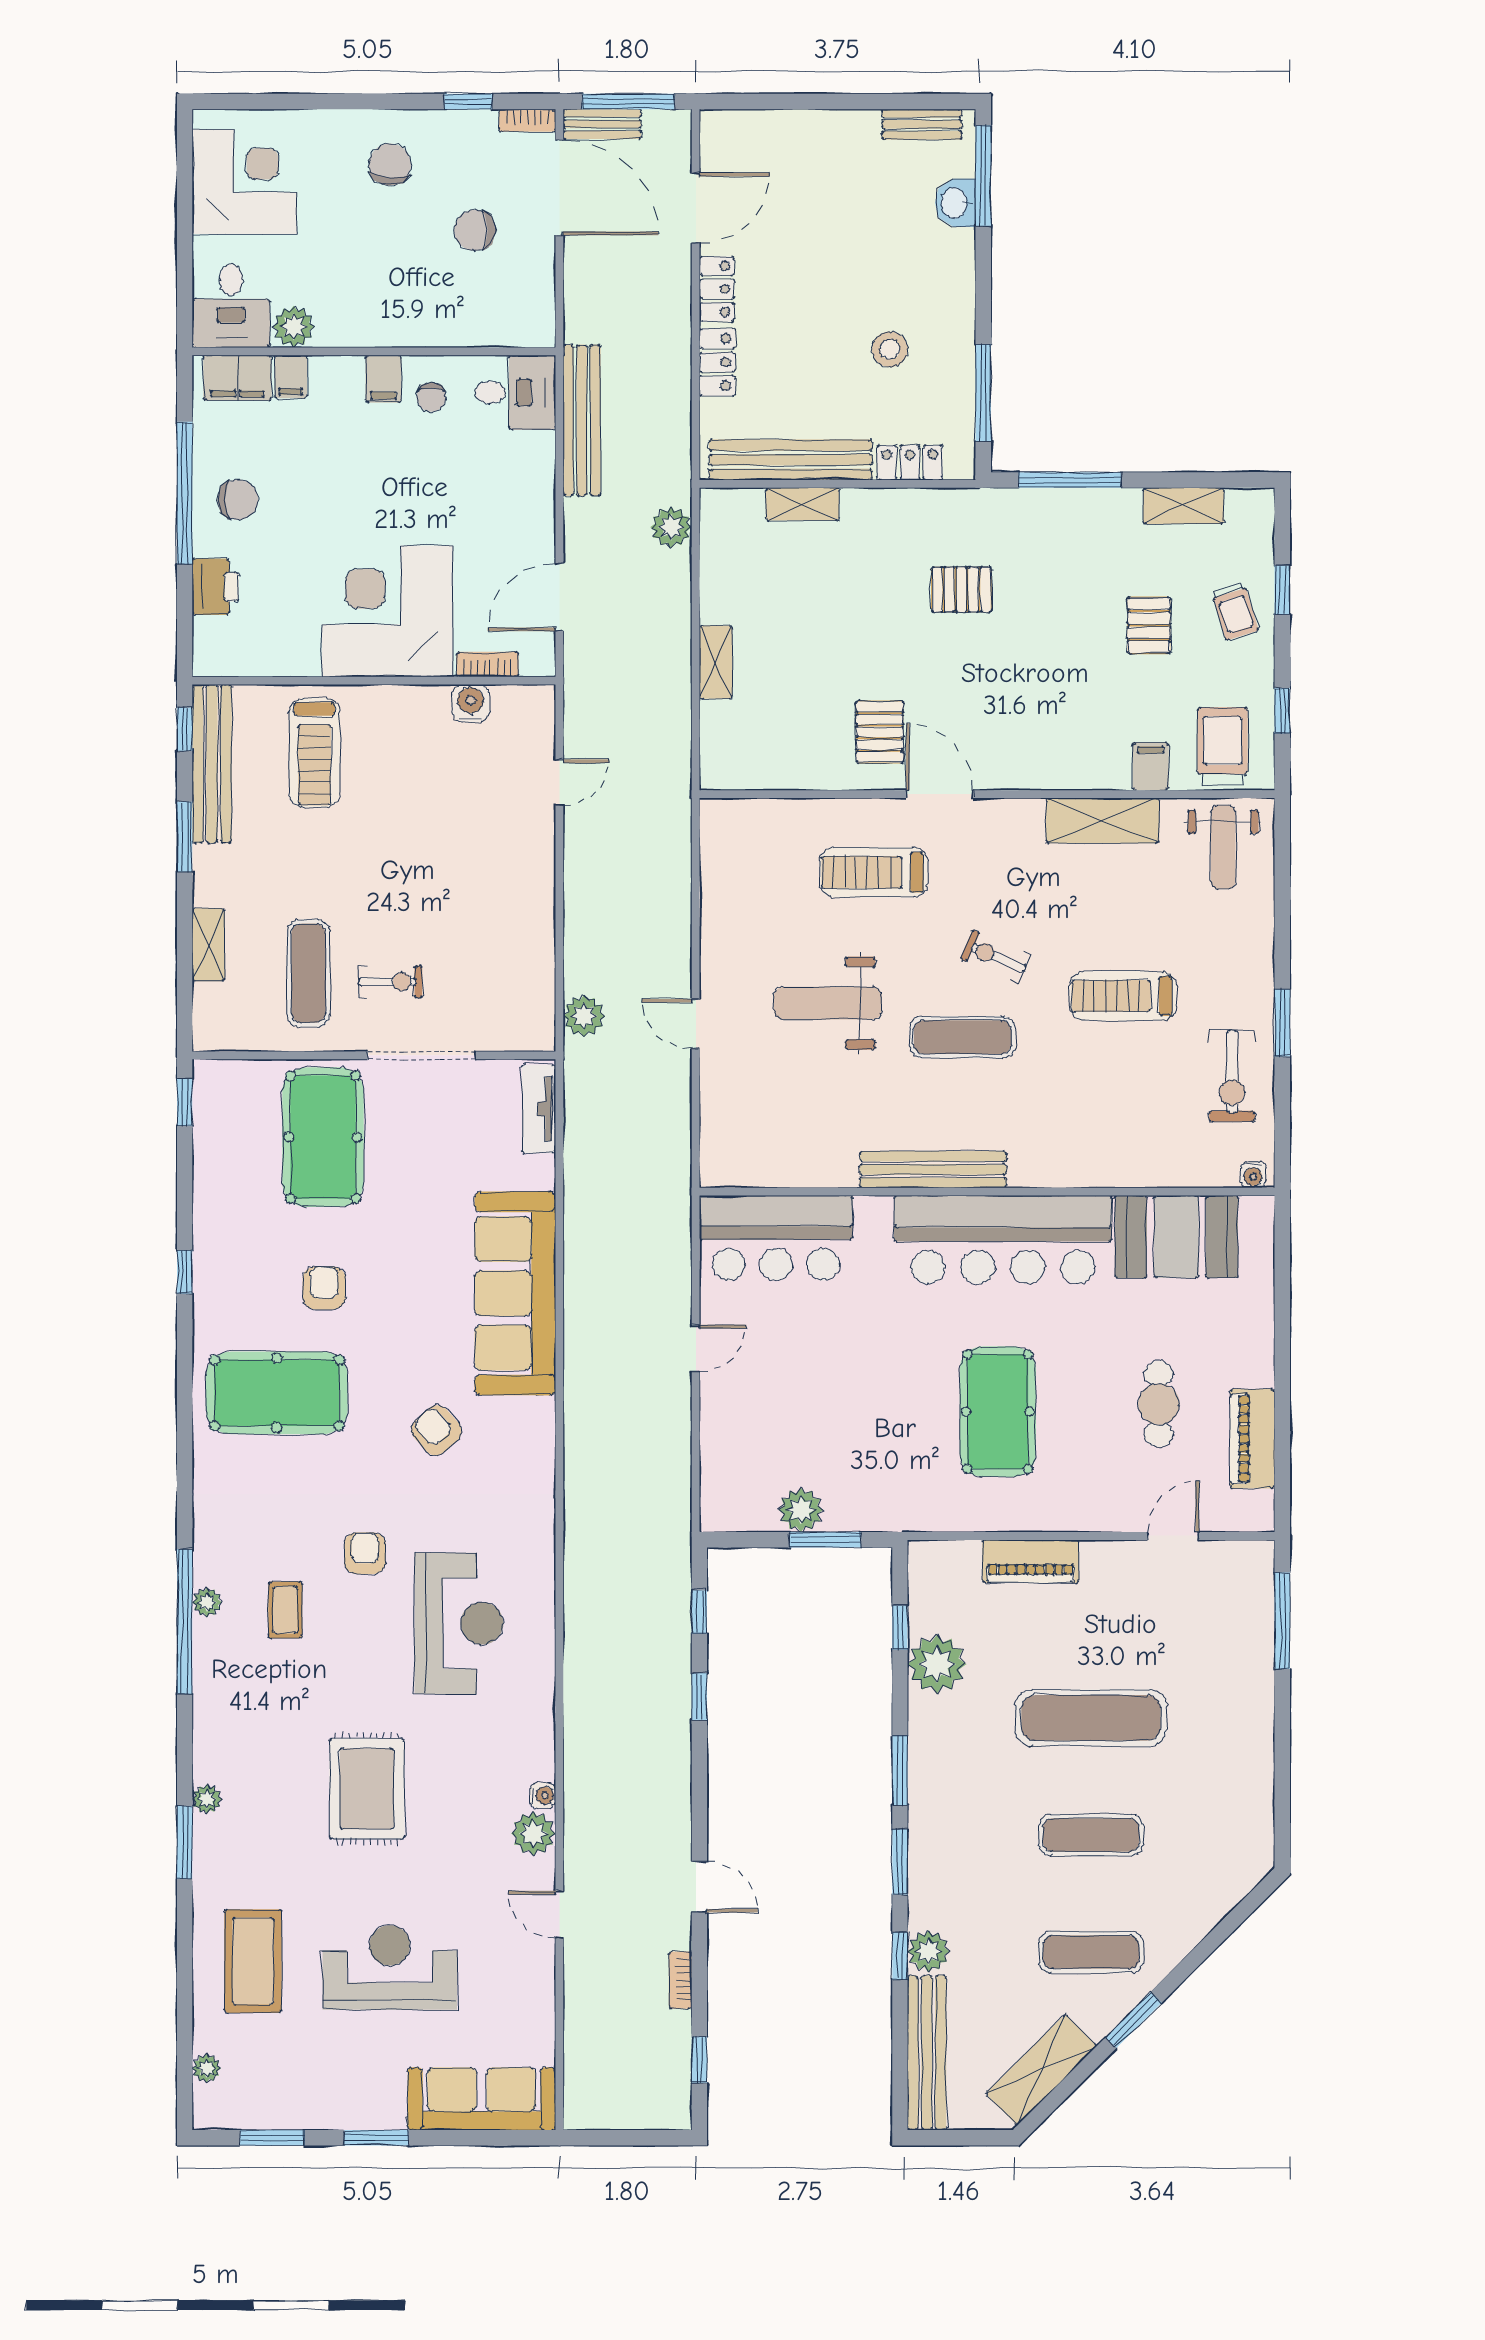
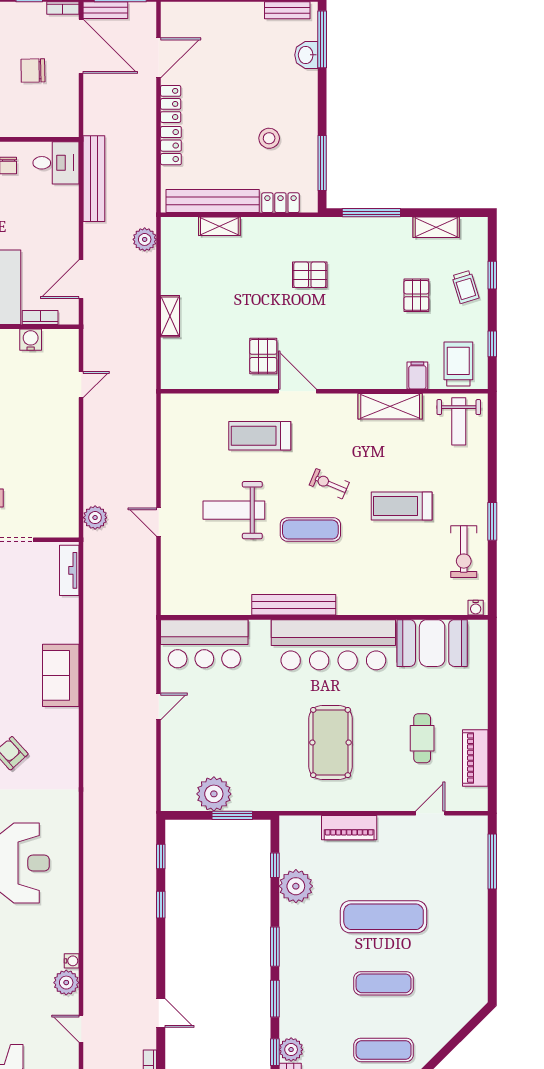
sofa: (515, 1293) -> (61, 675), width x0.54, depth x0.79
plant: (801, 1510) -> (214, 794), width x1.36, depth x1.36

